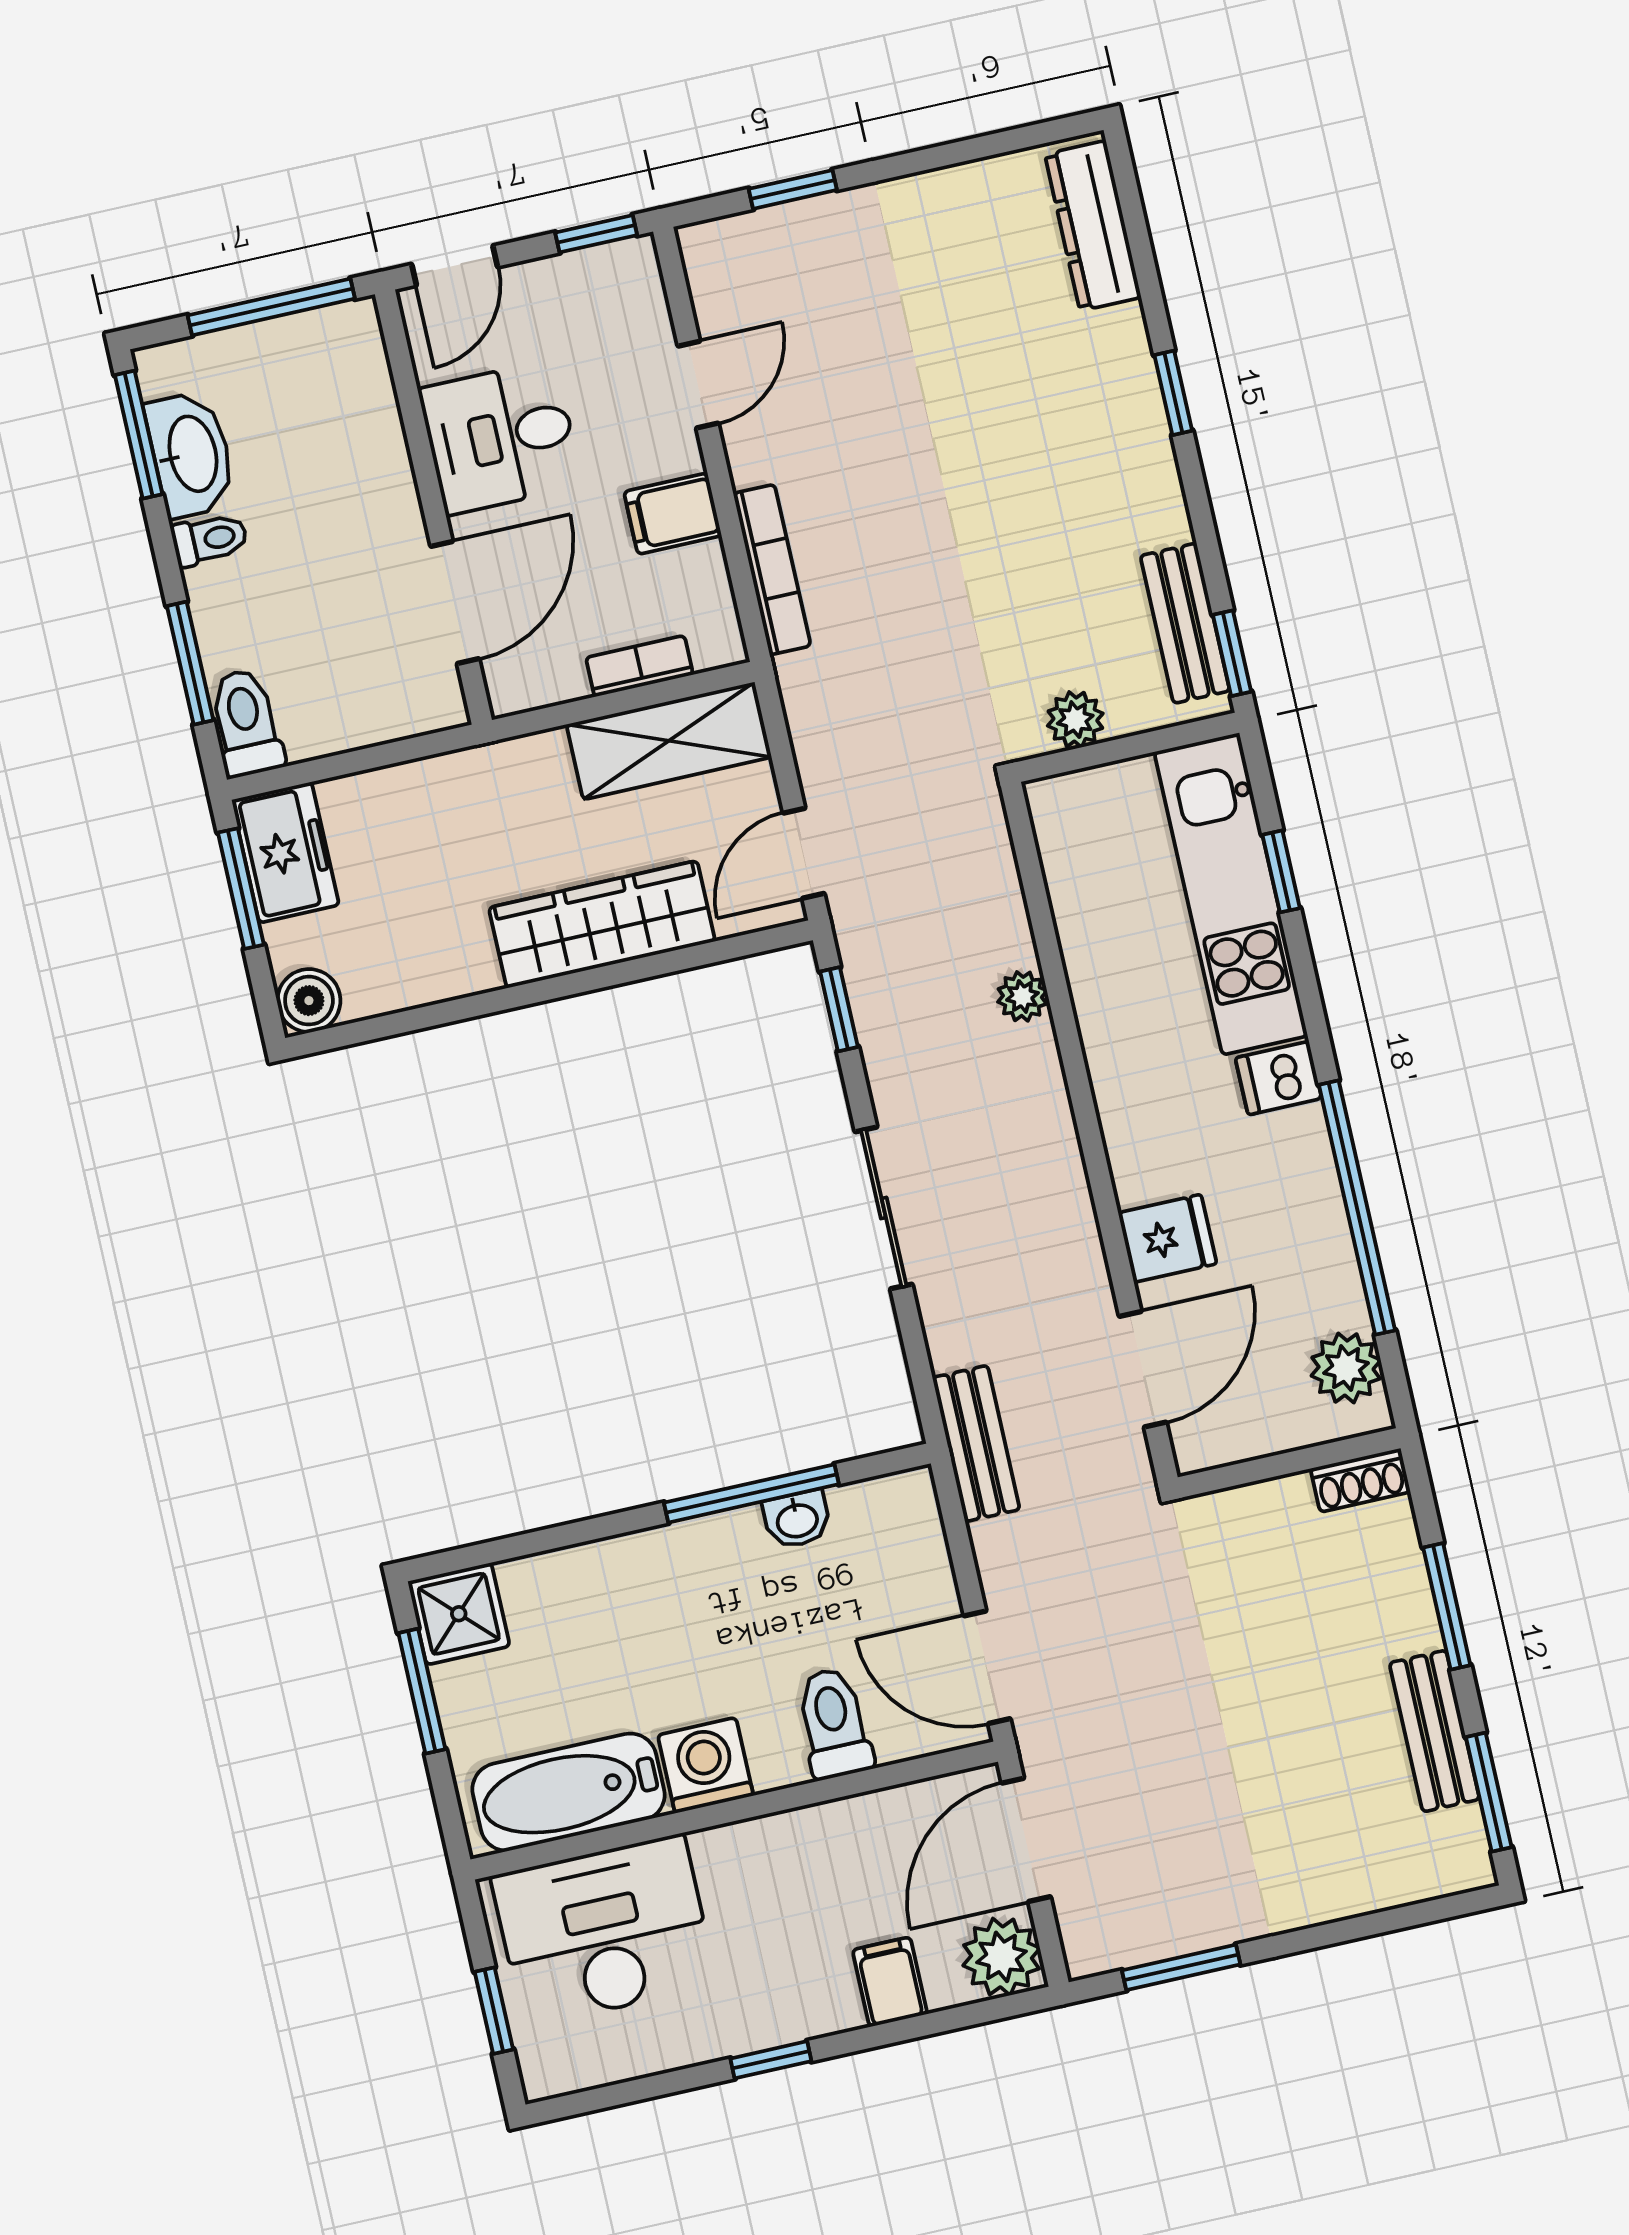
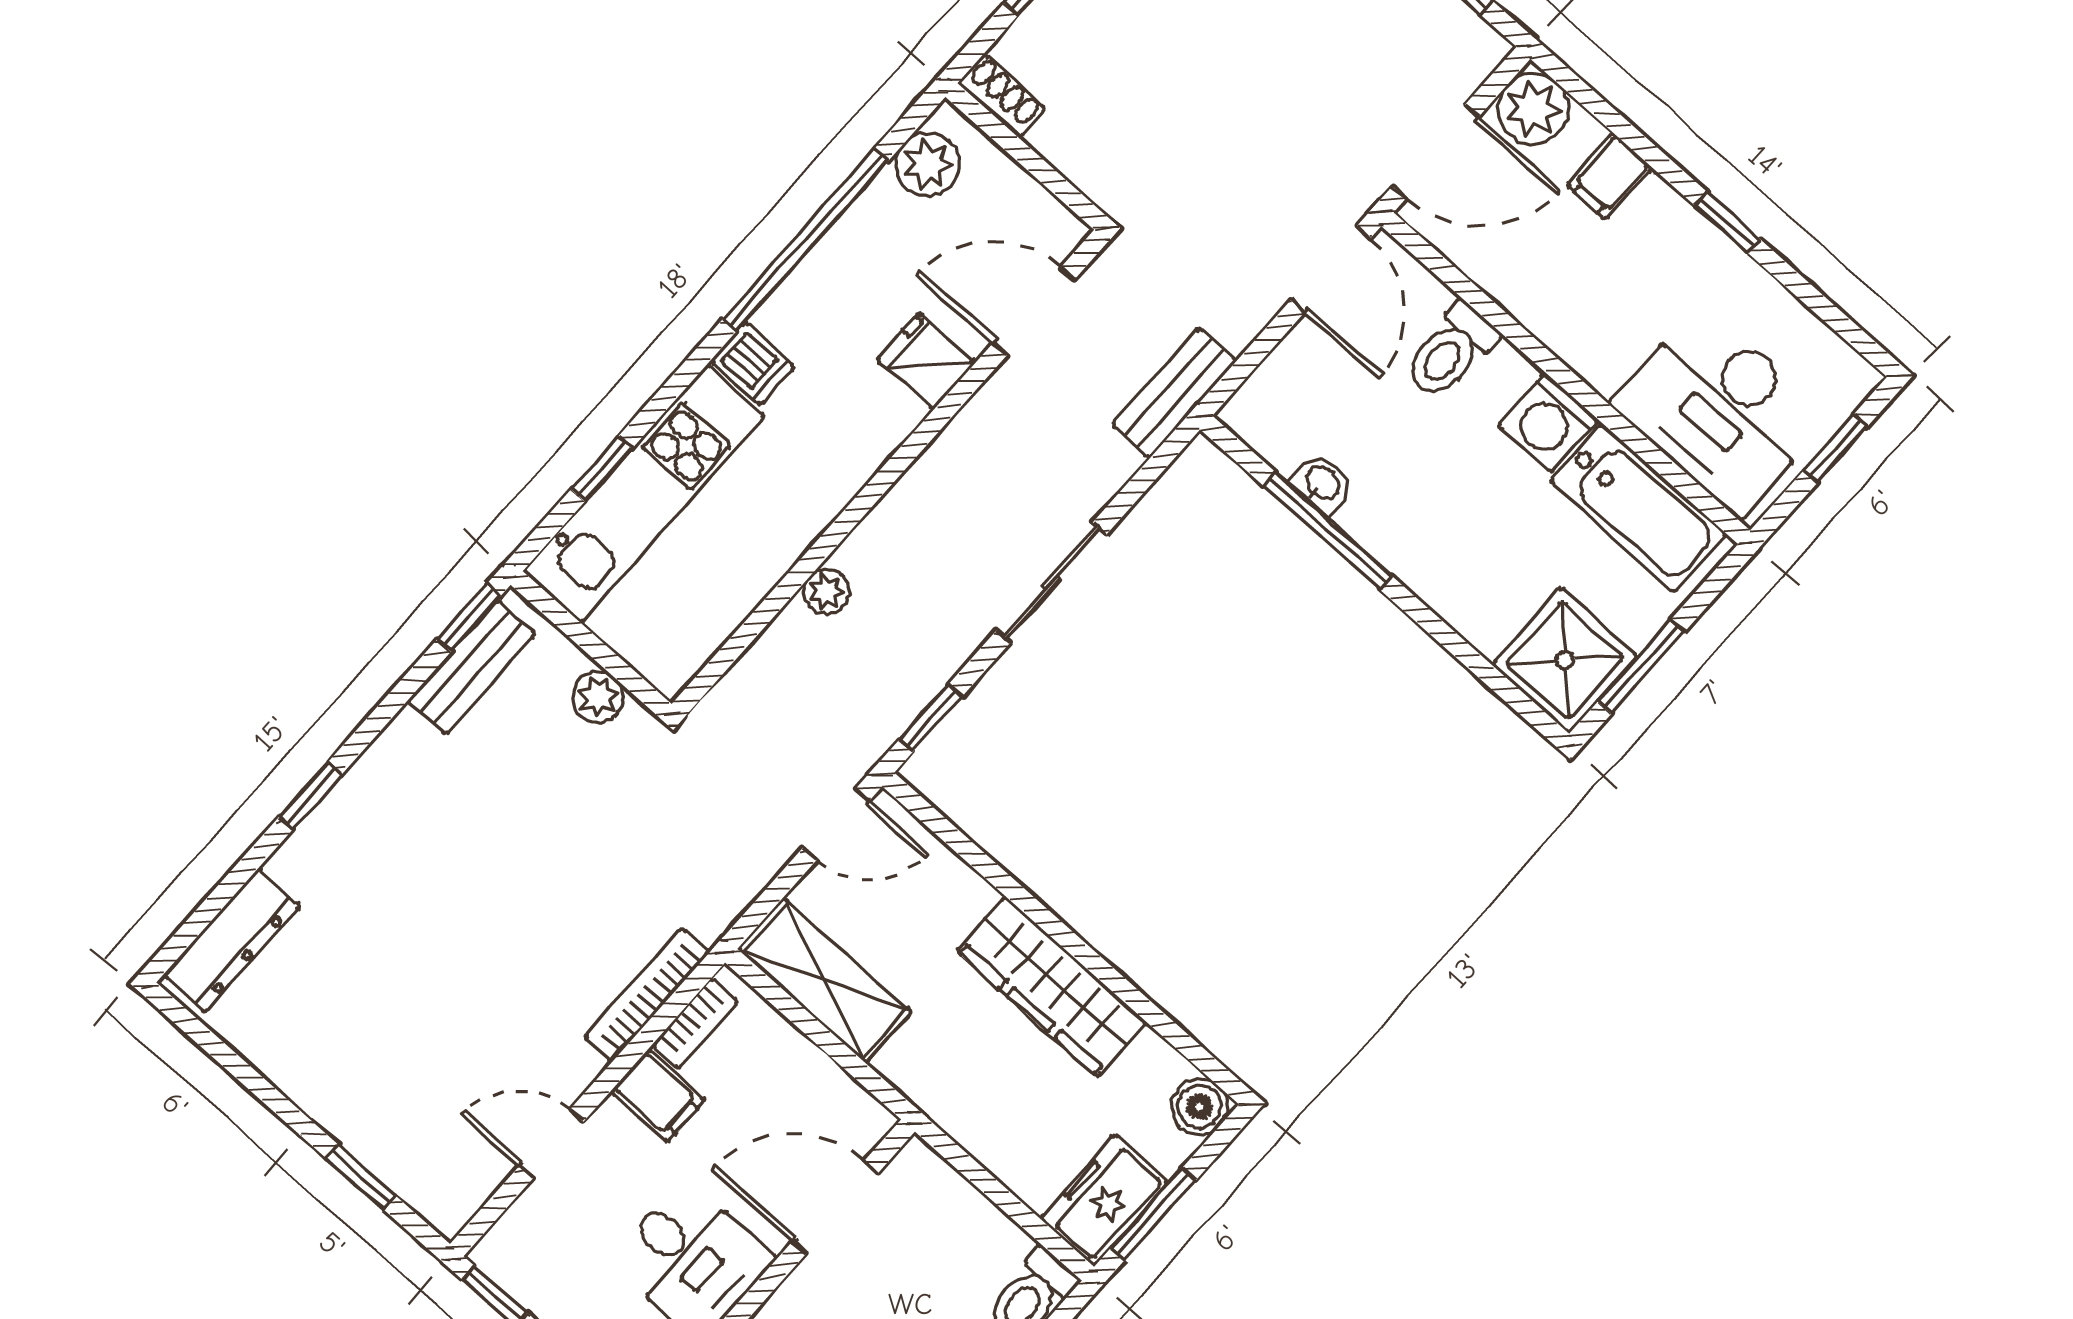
bookcase: (639, 666) -> (695, 1023), moved, turned -90
wardrobe: (602, 924) -> (1051, 987), moved
shower: (459, 1614) -> (1565, 660), width x1.36, depth x1.36

